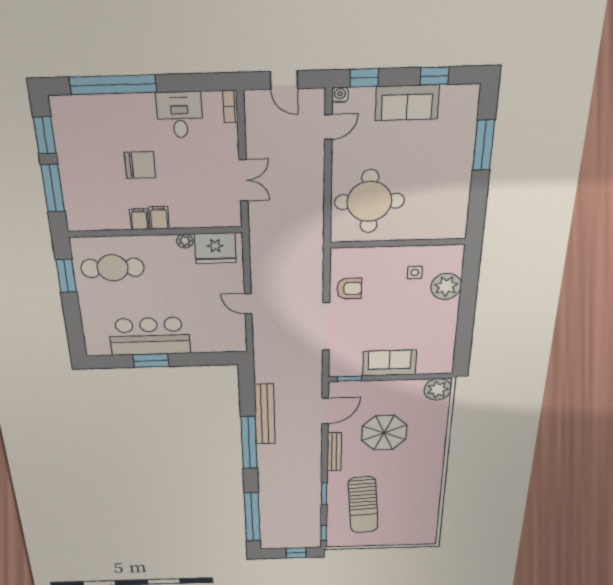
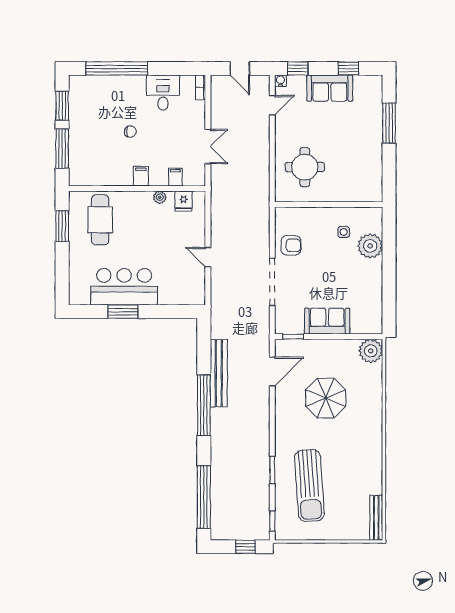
chair: (140, 165) -> (130, 131), width x0.54, depth x0.54
round table: (369, 201) -> (305, 167), width x0.73, depth x0.73
filing cabinet: (139, 219) -> (175, 177), moved
fridge: (215, 248) -> (183, 201), width x0.53, depth x0.75
cafe table: (113, 268) -> (100, 220), turned 90
bench: (334, 452) -> (376, 518), moved

